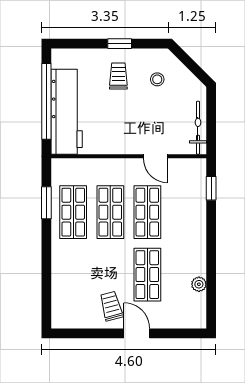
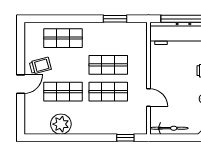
door: (156, 156) -> (148, 98), swing flipped
shop shelf: (73, 212) -> (63, 38), moved
plant: (199, 284) -> (61, 124), width x1.88, depth x1.88

